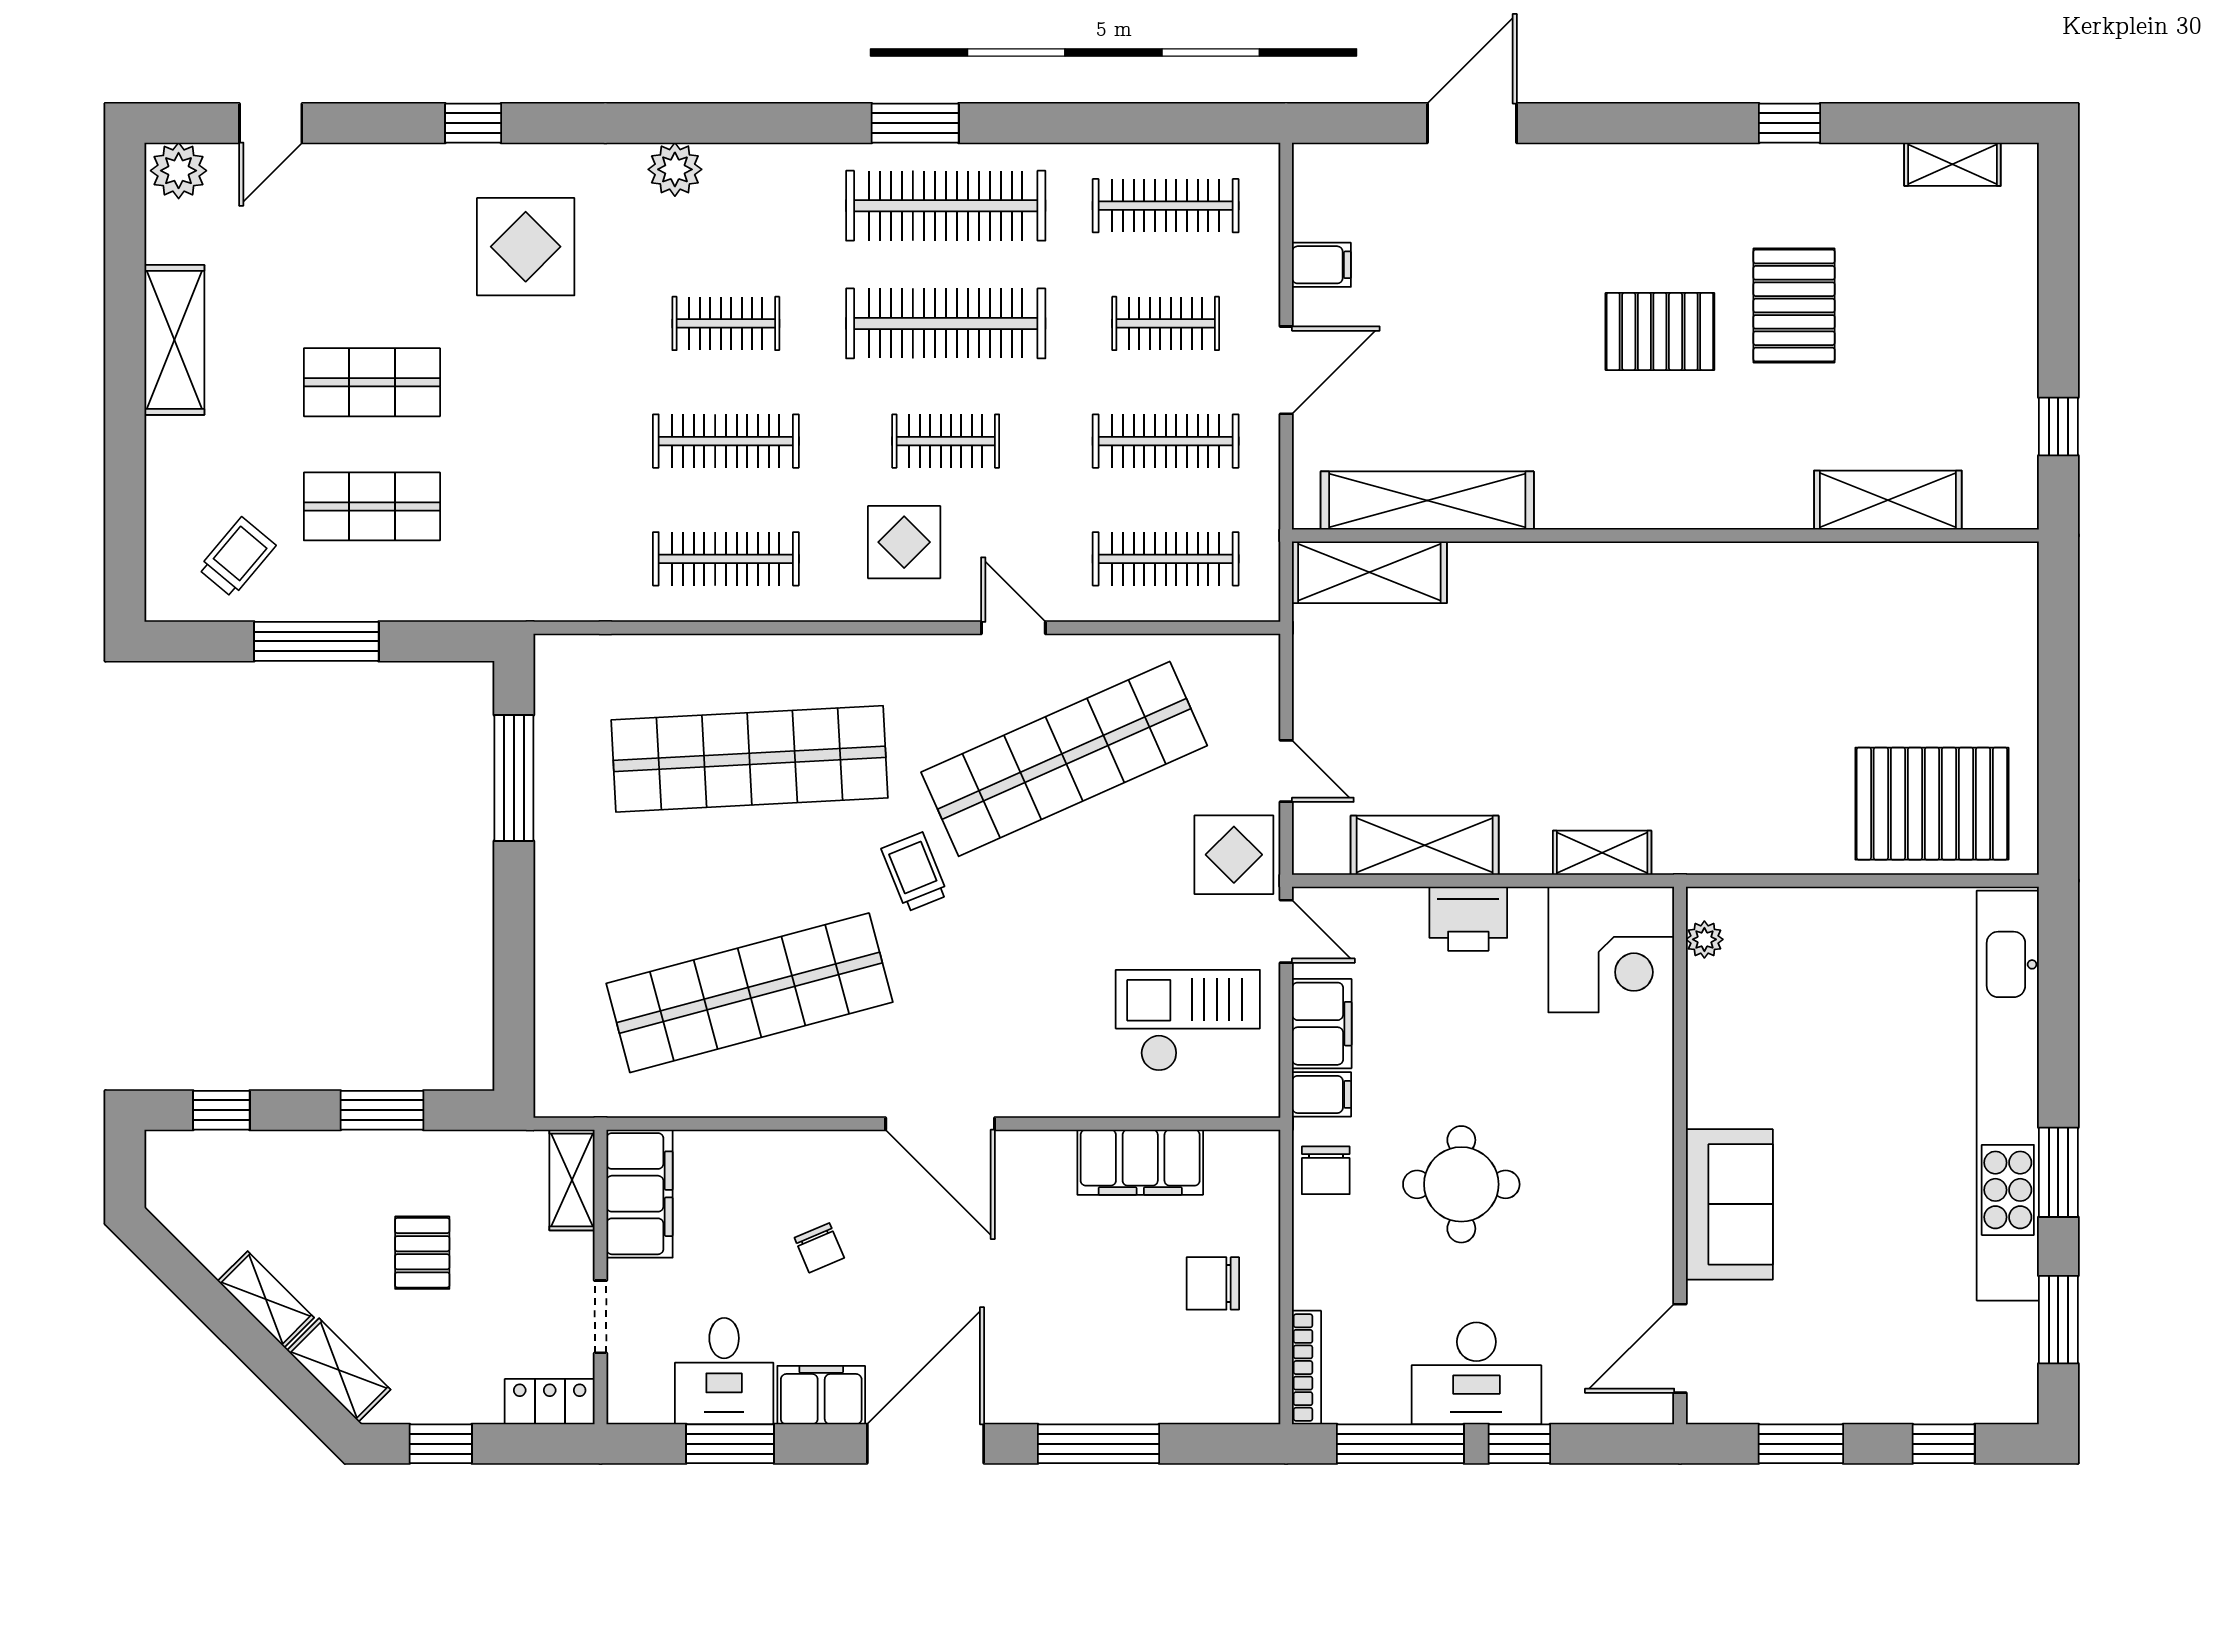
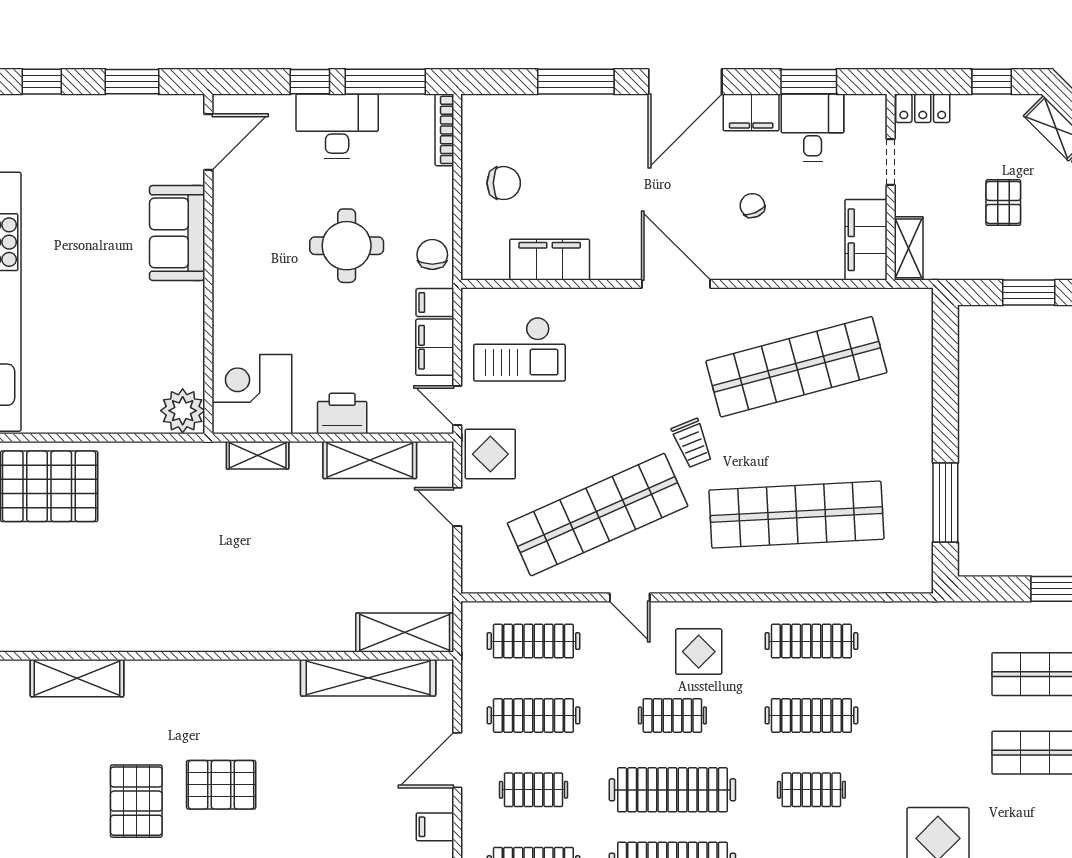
plant: (1704, 939) -> (183, 411), width x1.87, depth x1.87

